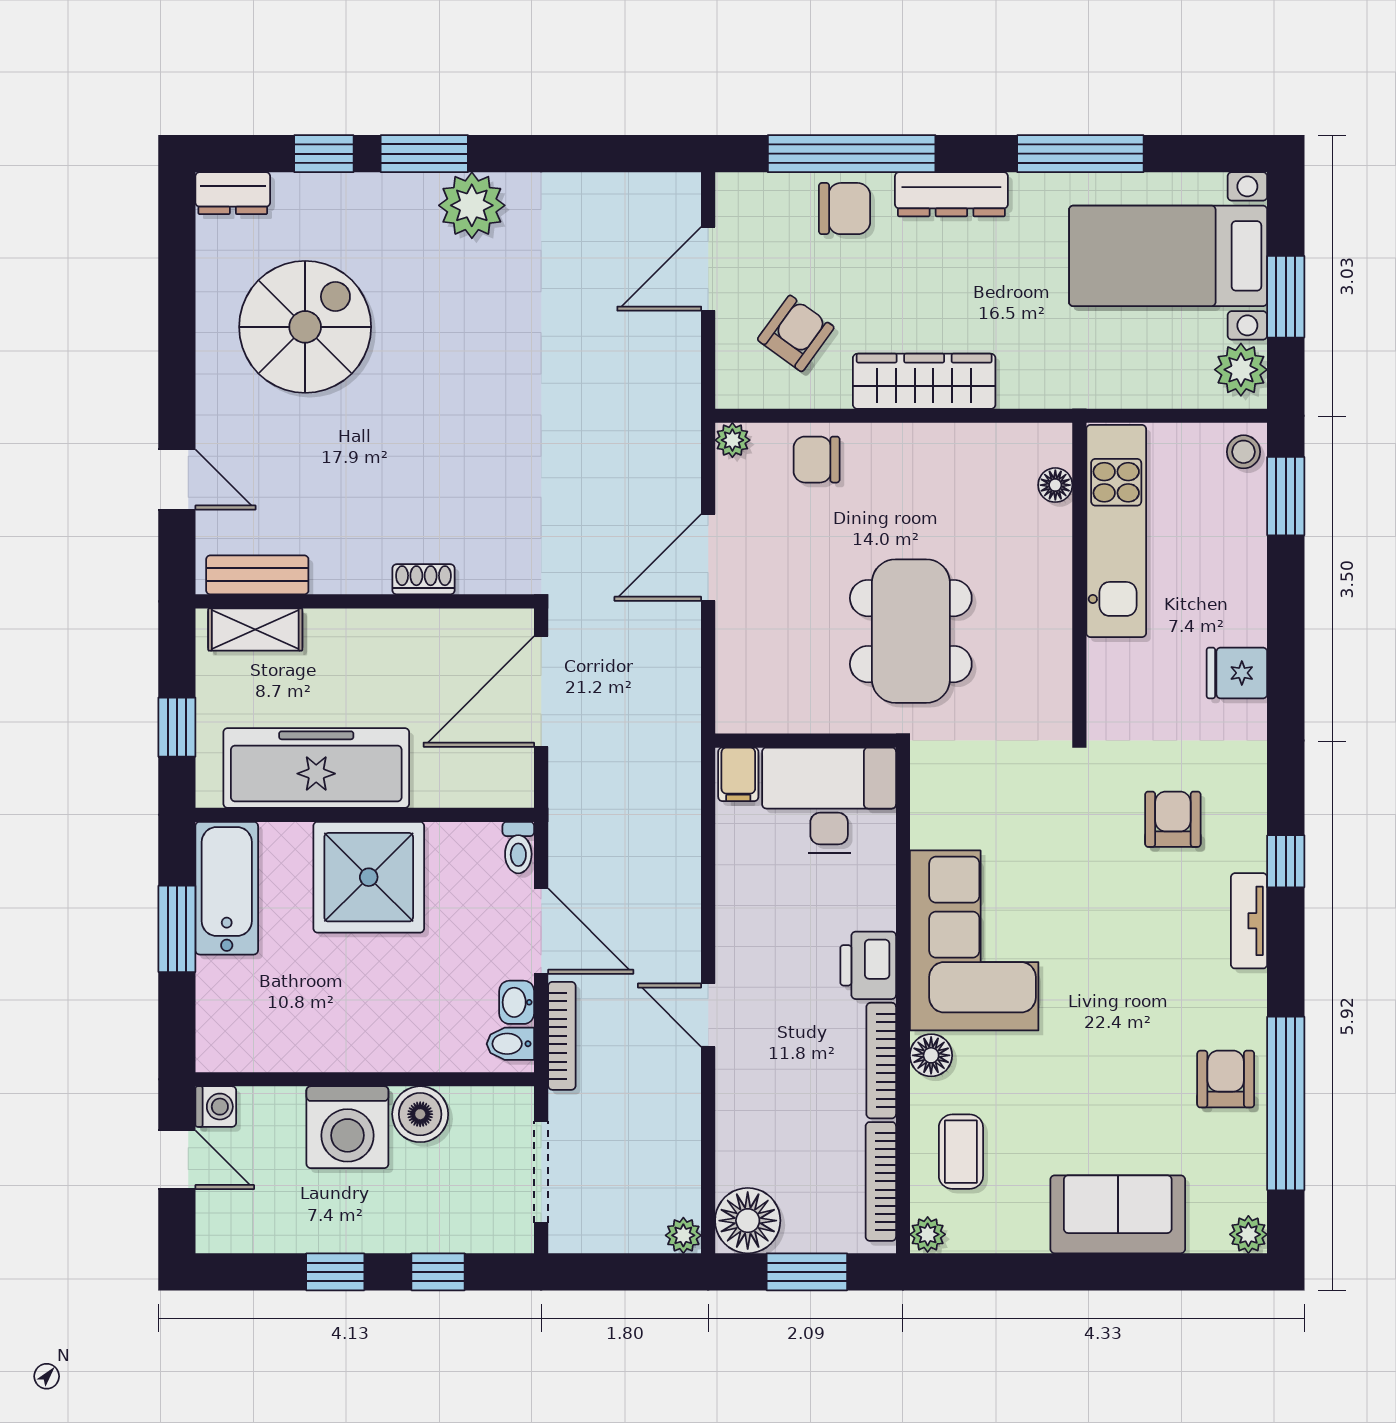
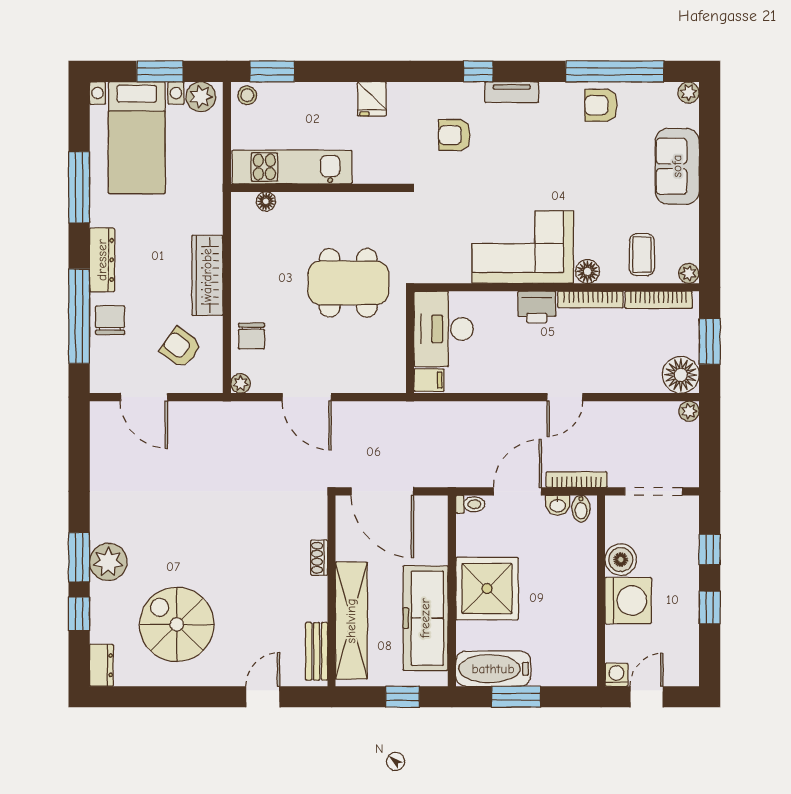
plant: (472, 205) -> (108, 562), moved
shelving: (255, 630) -> (351, 621), width x2.20, depth x1.33
coffee table: (961, 1152) -> (642, 255), turned 90

